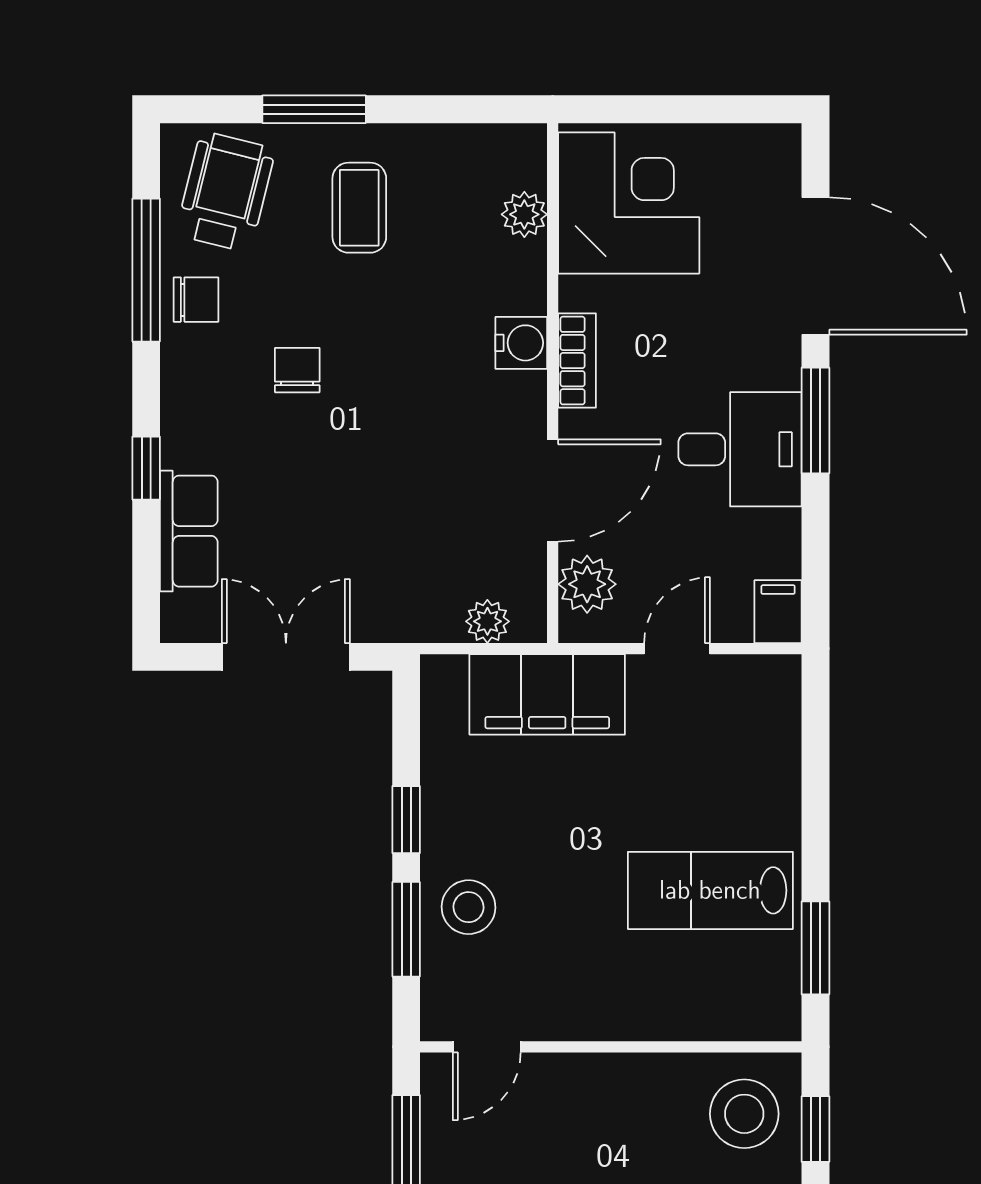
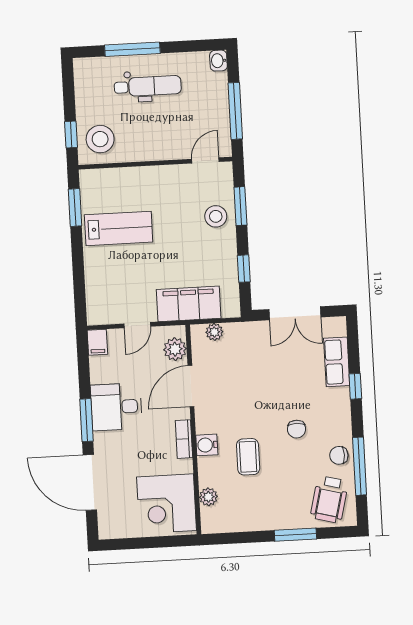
coffee table: (359, 208) -> (248, 457), moved
window: (406, 820) -> (244, 269), moved

